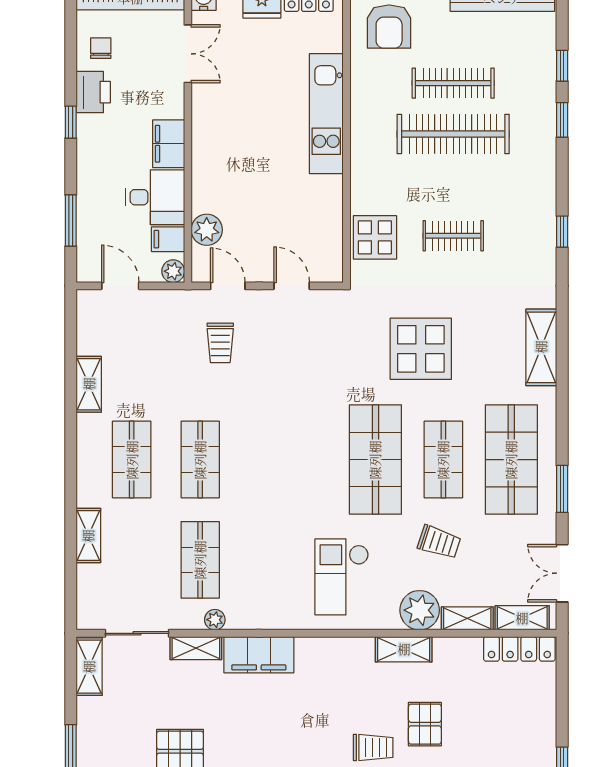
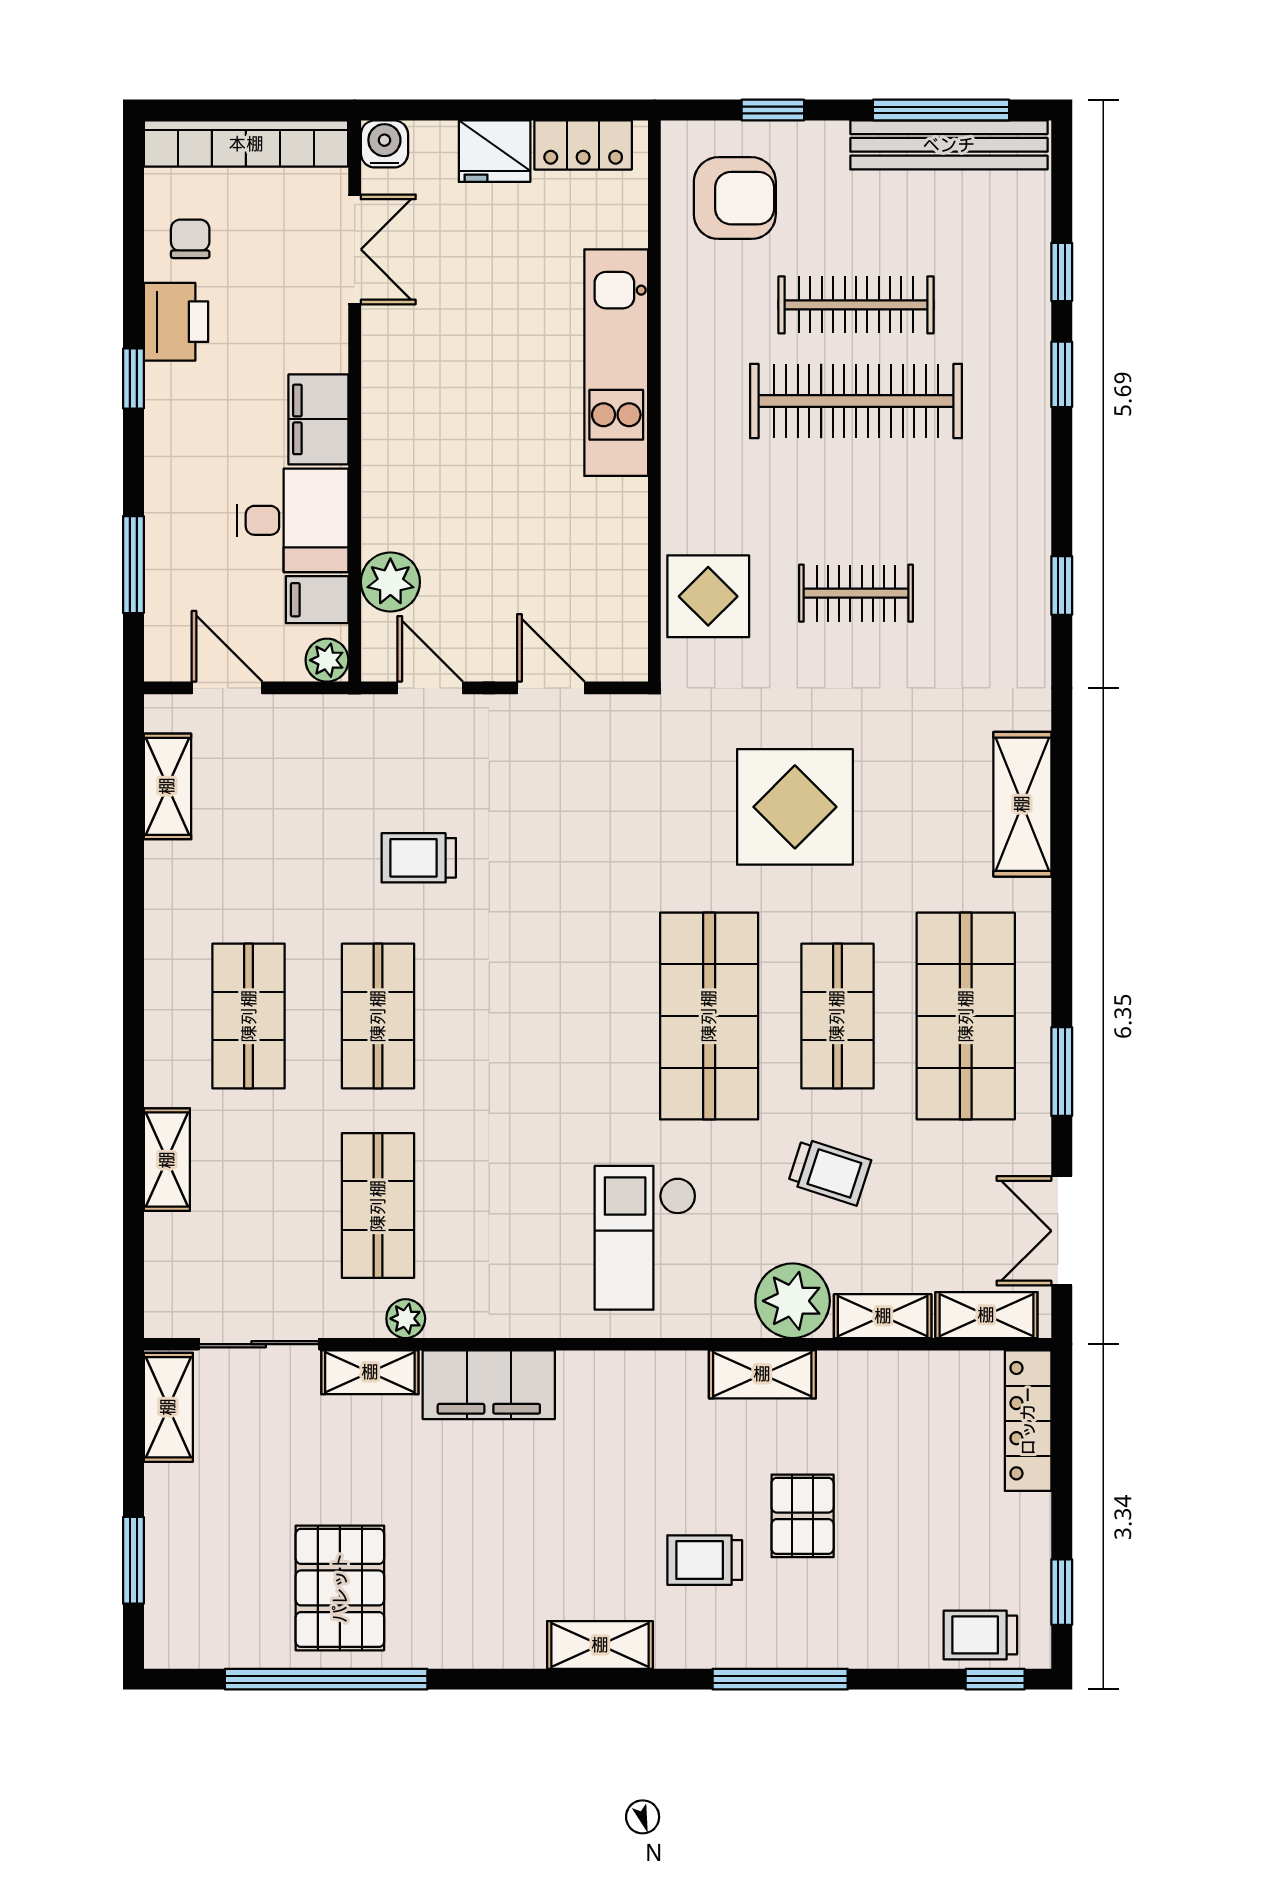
armchair: (389, 27) -> (735, 198), turned -90
trolley: (220, 343) -> (419, 858), moved, turned 90
shelving: (89, 384) -> (167, 786), moved
locker: (519, 649) -> (1028, 1421), moved, turned 90
trolley: (373, 747) -> (705, 1560), turned 180

